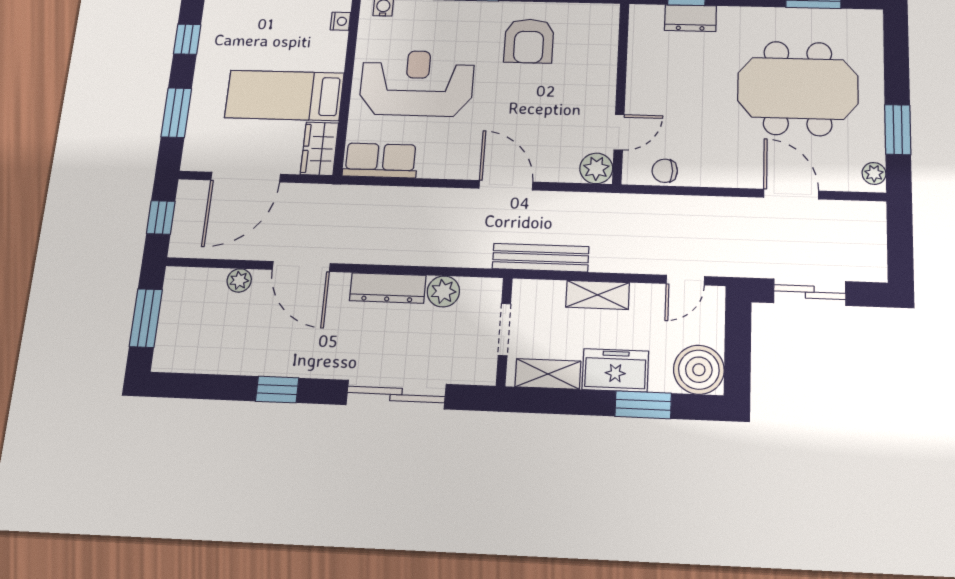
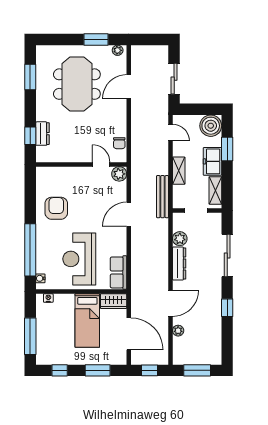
armchair: (529, 41) -> (56, 208), turned -90

